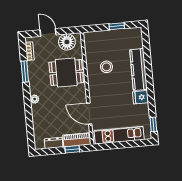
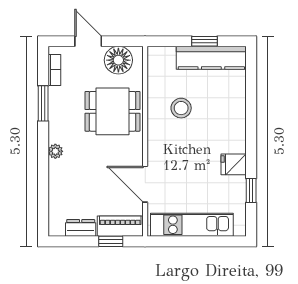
kitchen counter: (139, 70) -> (211, 58), moved, turned -90
window: (153, 124) -> (251, 191), moved

